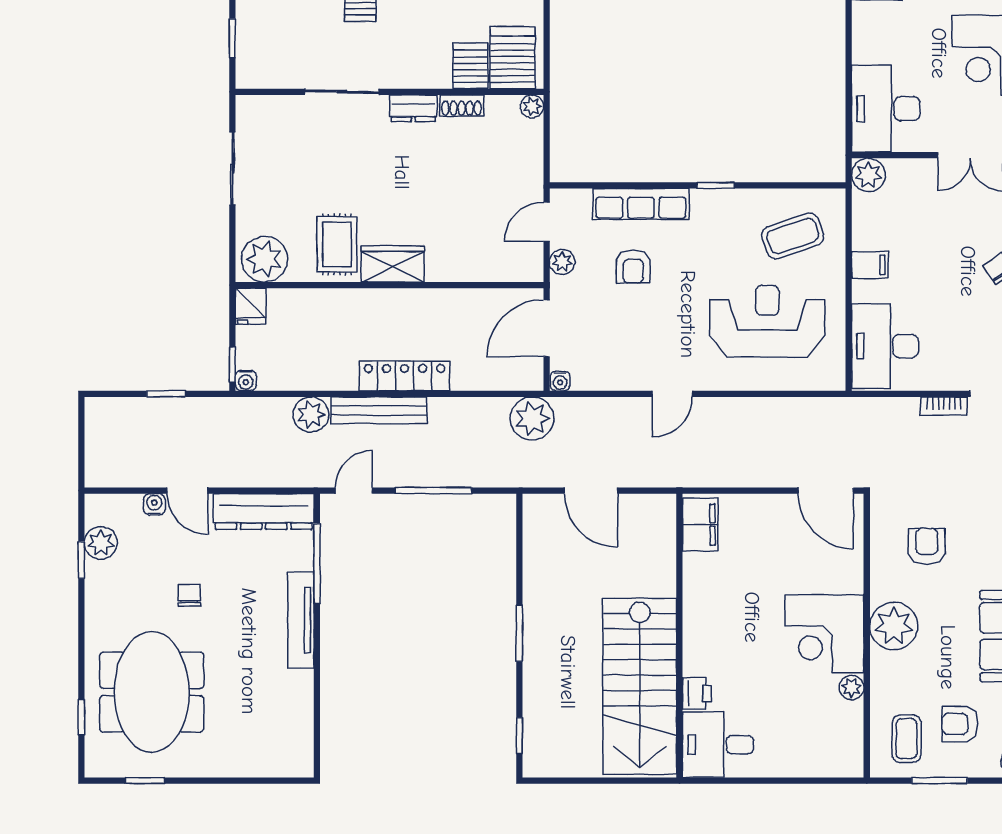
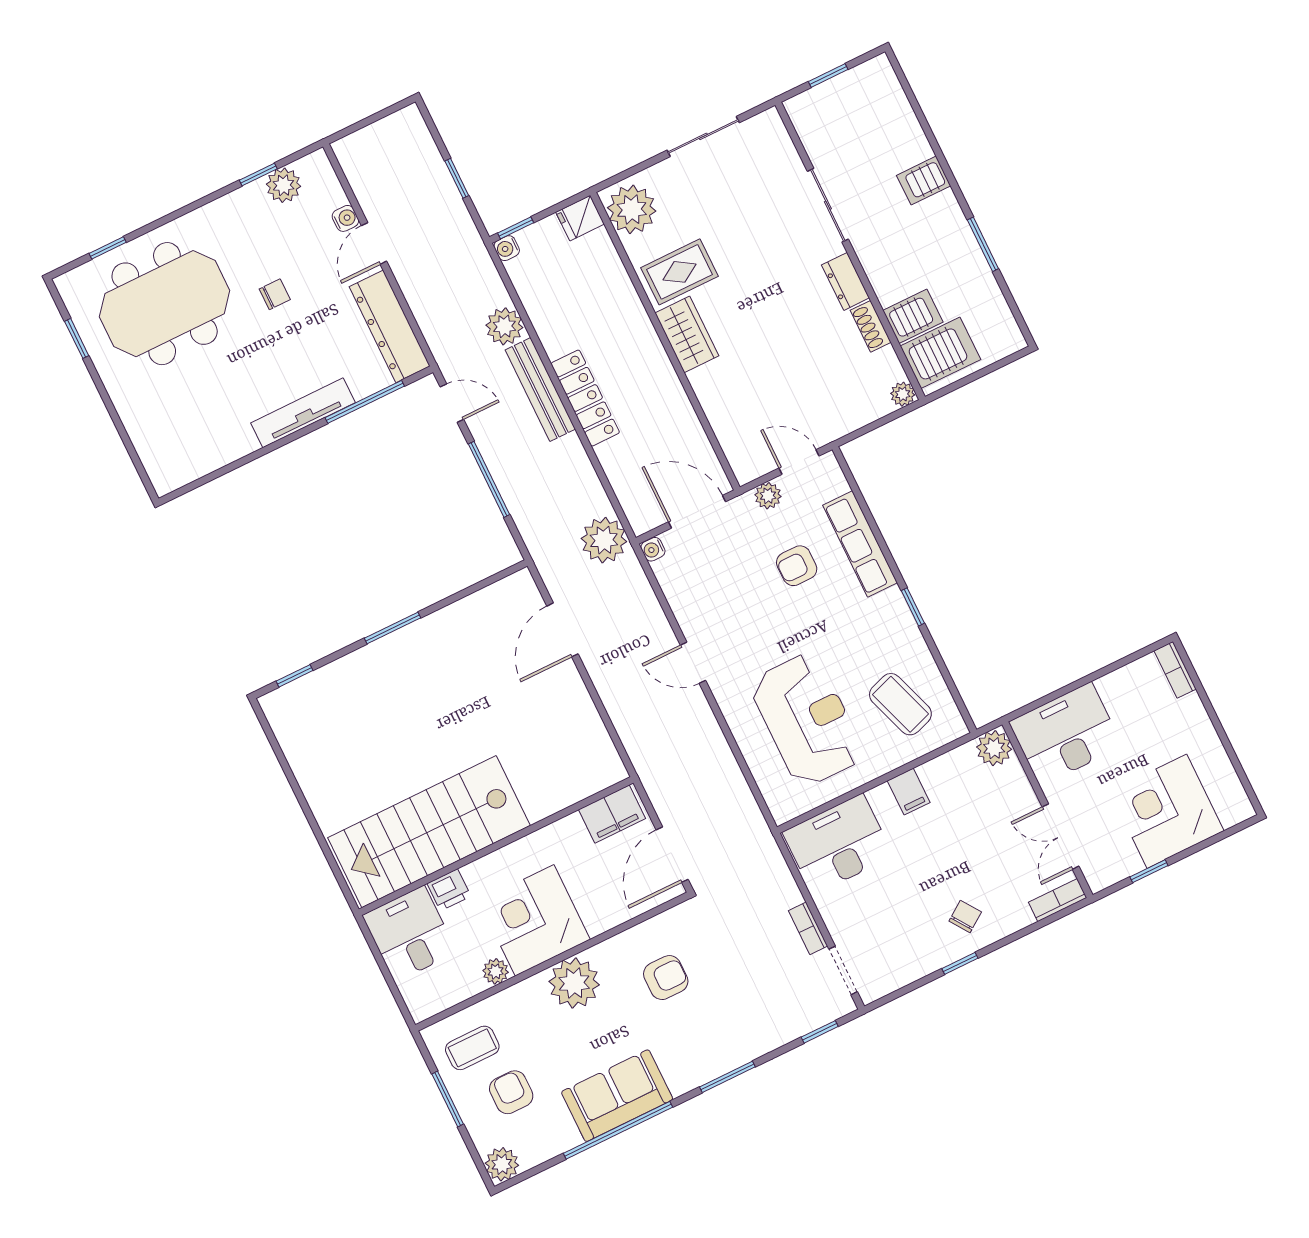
filing cabinet: (700, 525) -> (612, 814), moved
wall: (679, 636) -> (496, 846), moved
stairs: (640, 686) -> (429, 832), moved
printer: (697, 693) -> (449, 890), moved
desk: (718, 745) -> (410, 934), moved

